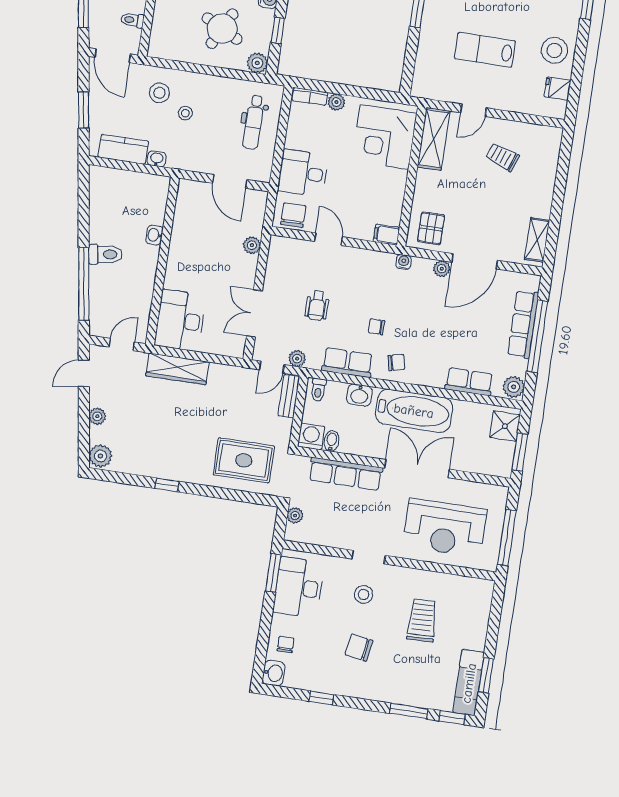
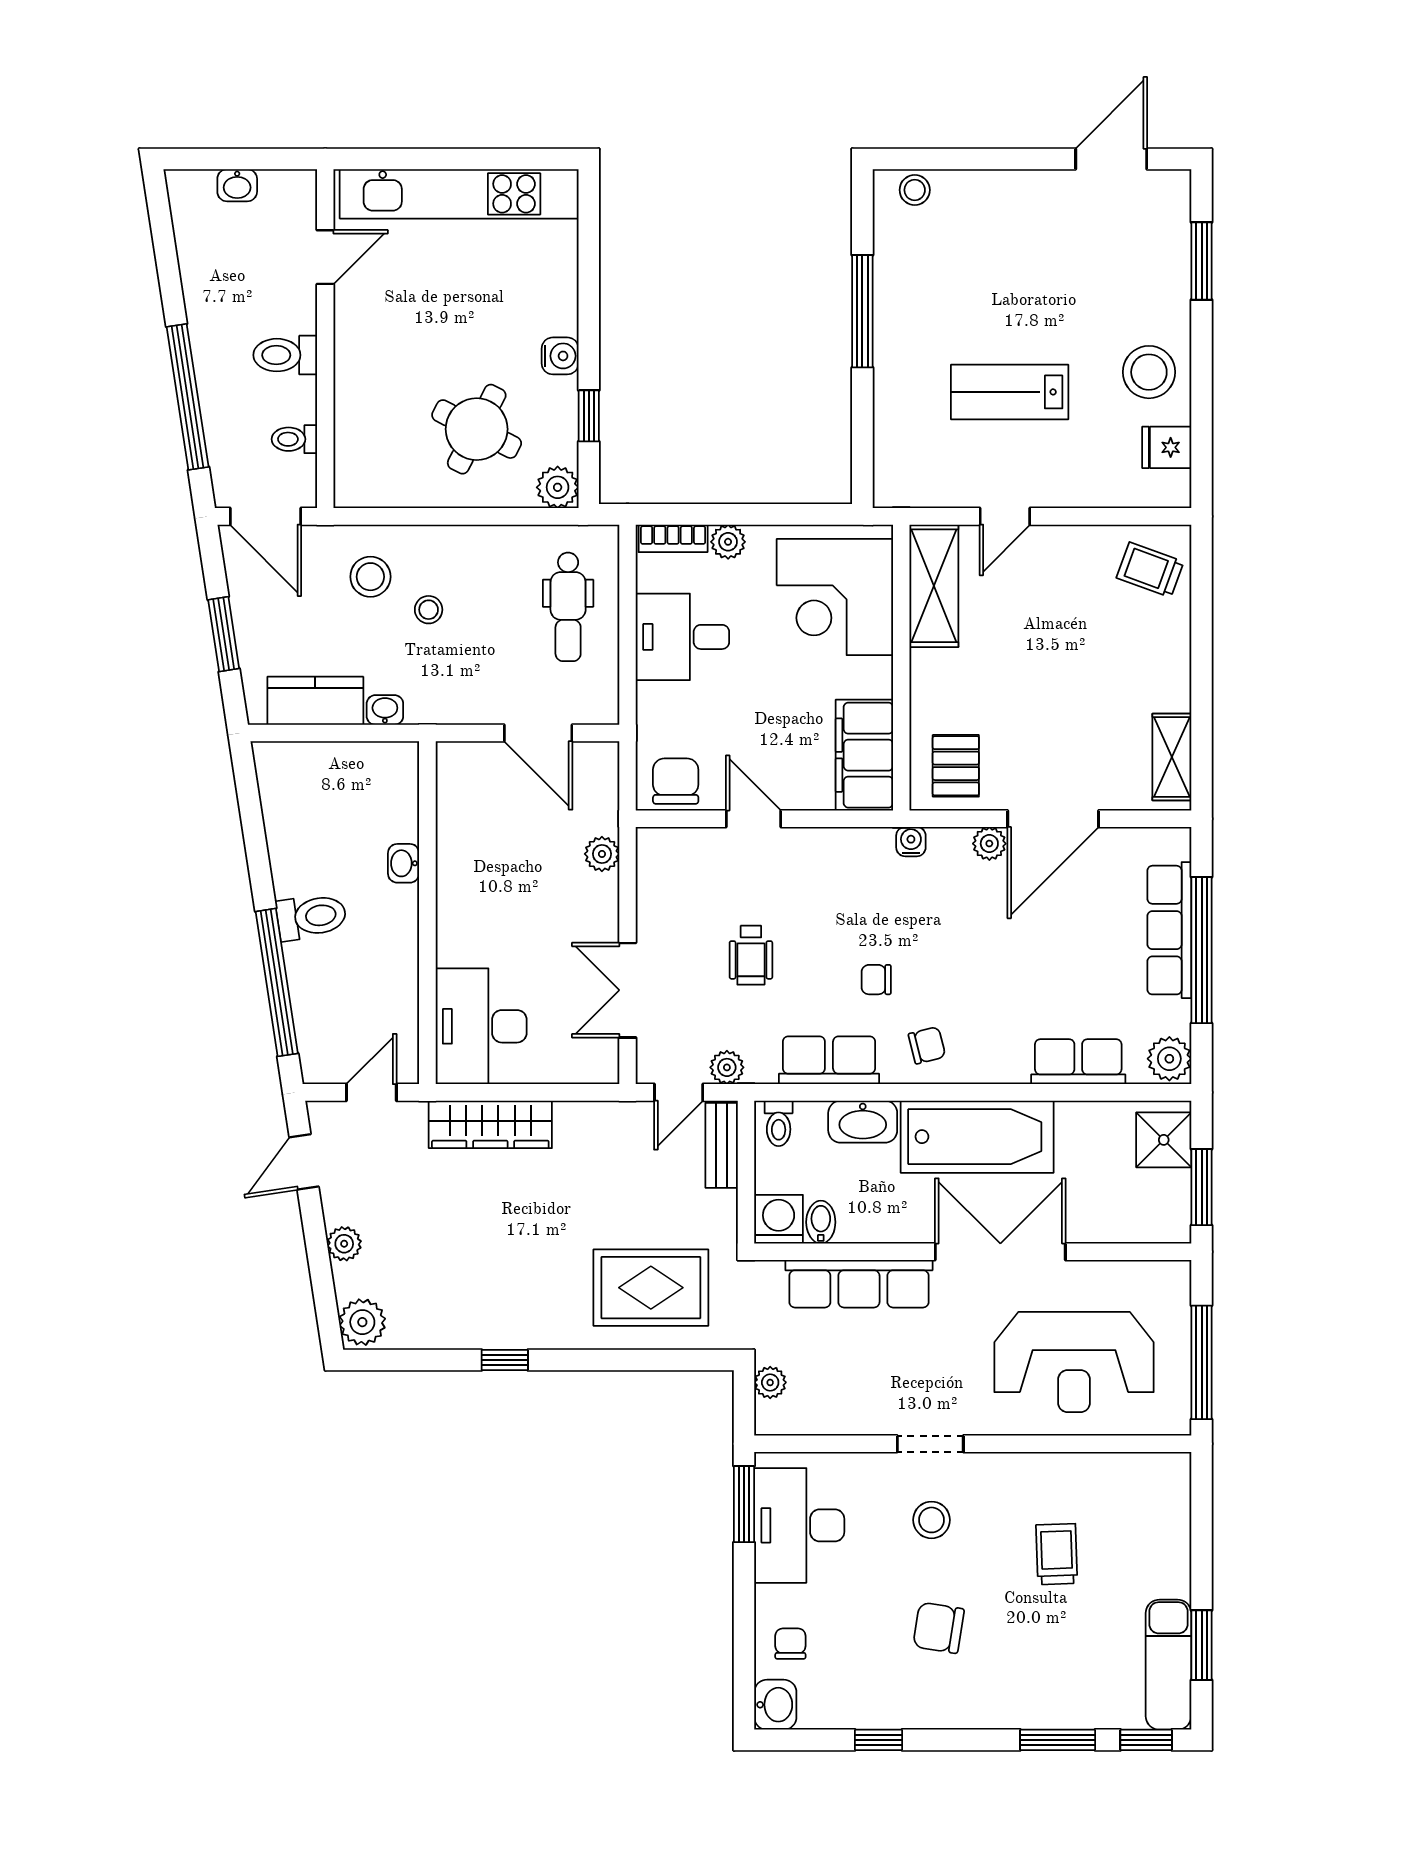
trolley: (503, 157) -> (1150, 570), moved
desk: (303, 173) -> (682, 637), moved
filing cabinet: (386, 235) -> (864, 755), width x3.00, depth x1.17
washbasin: (359, 395) -> (863, 1122), width x1.38
trolley: (422, 620) -> (1057, 1554), width x0.73, depth x0.72

